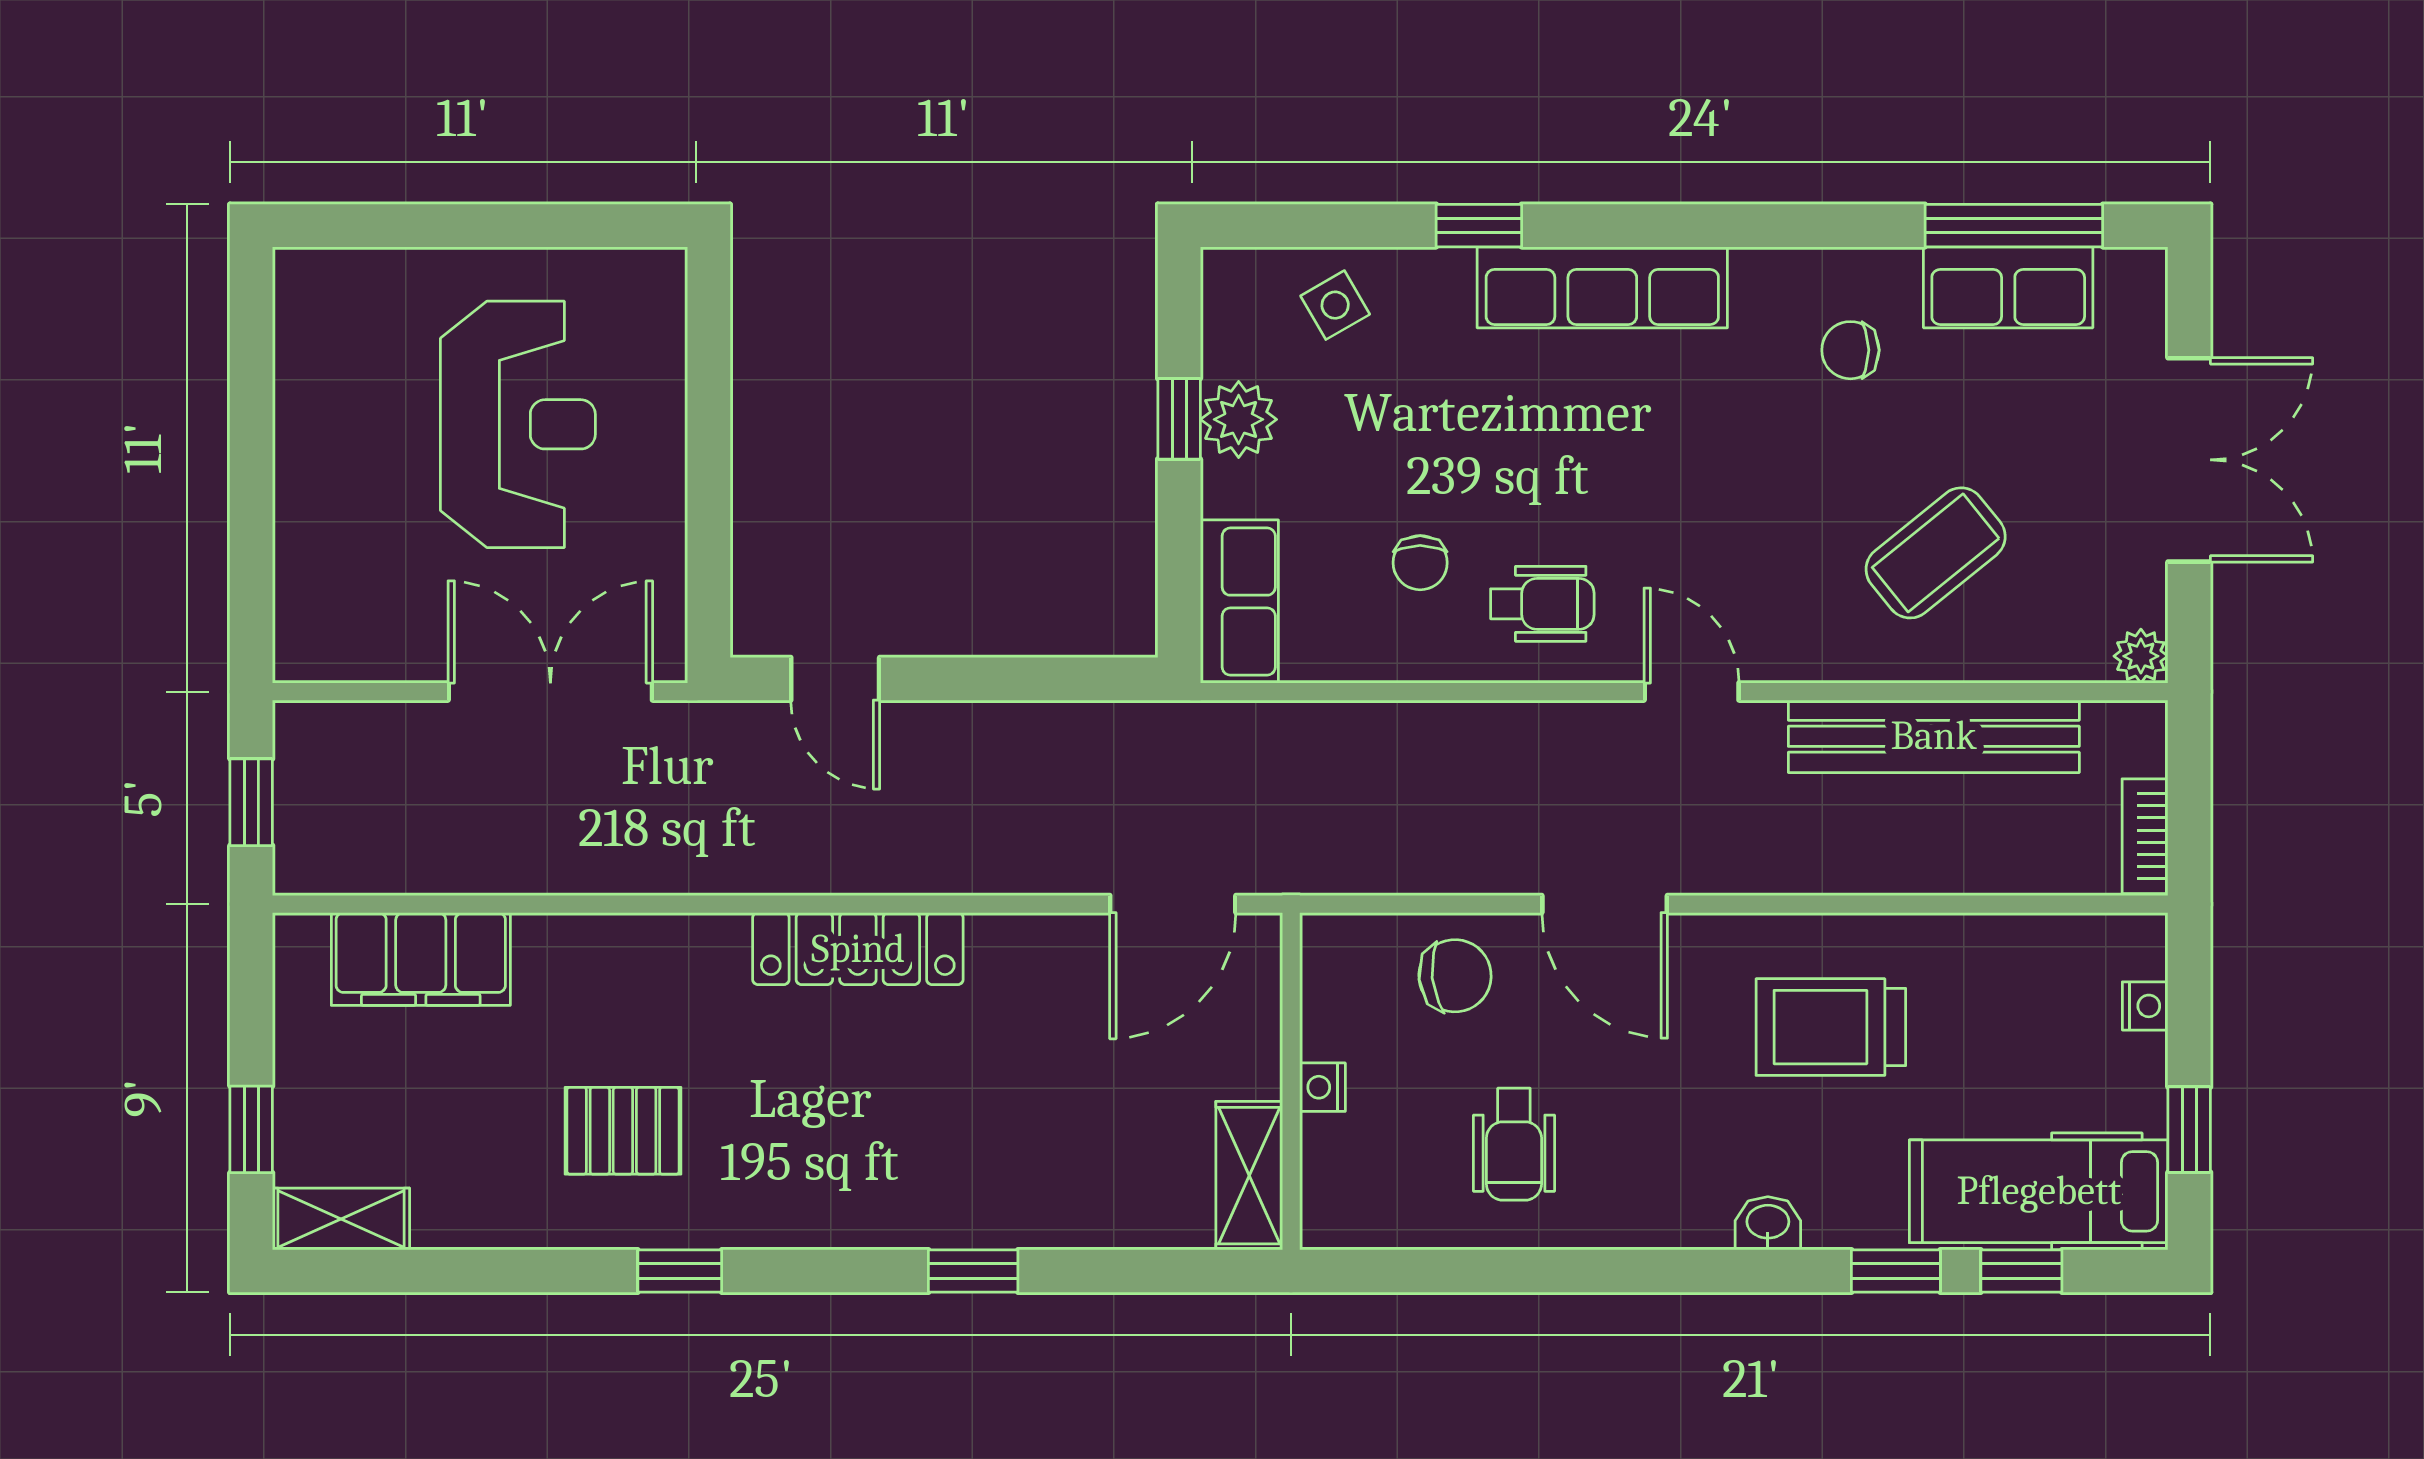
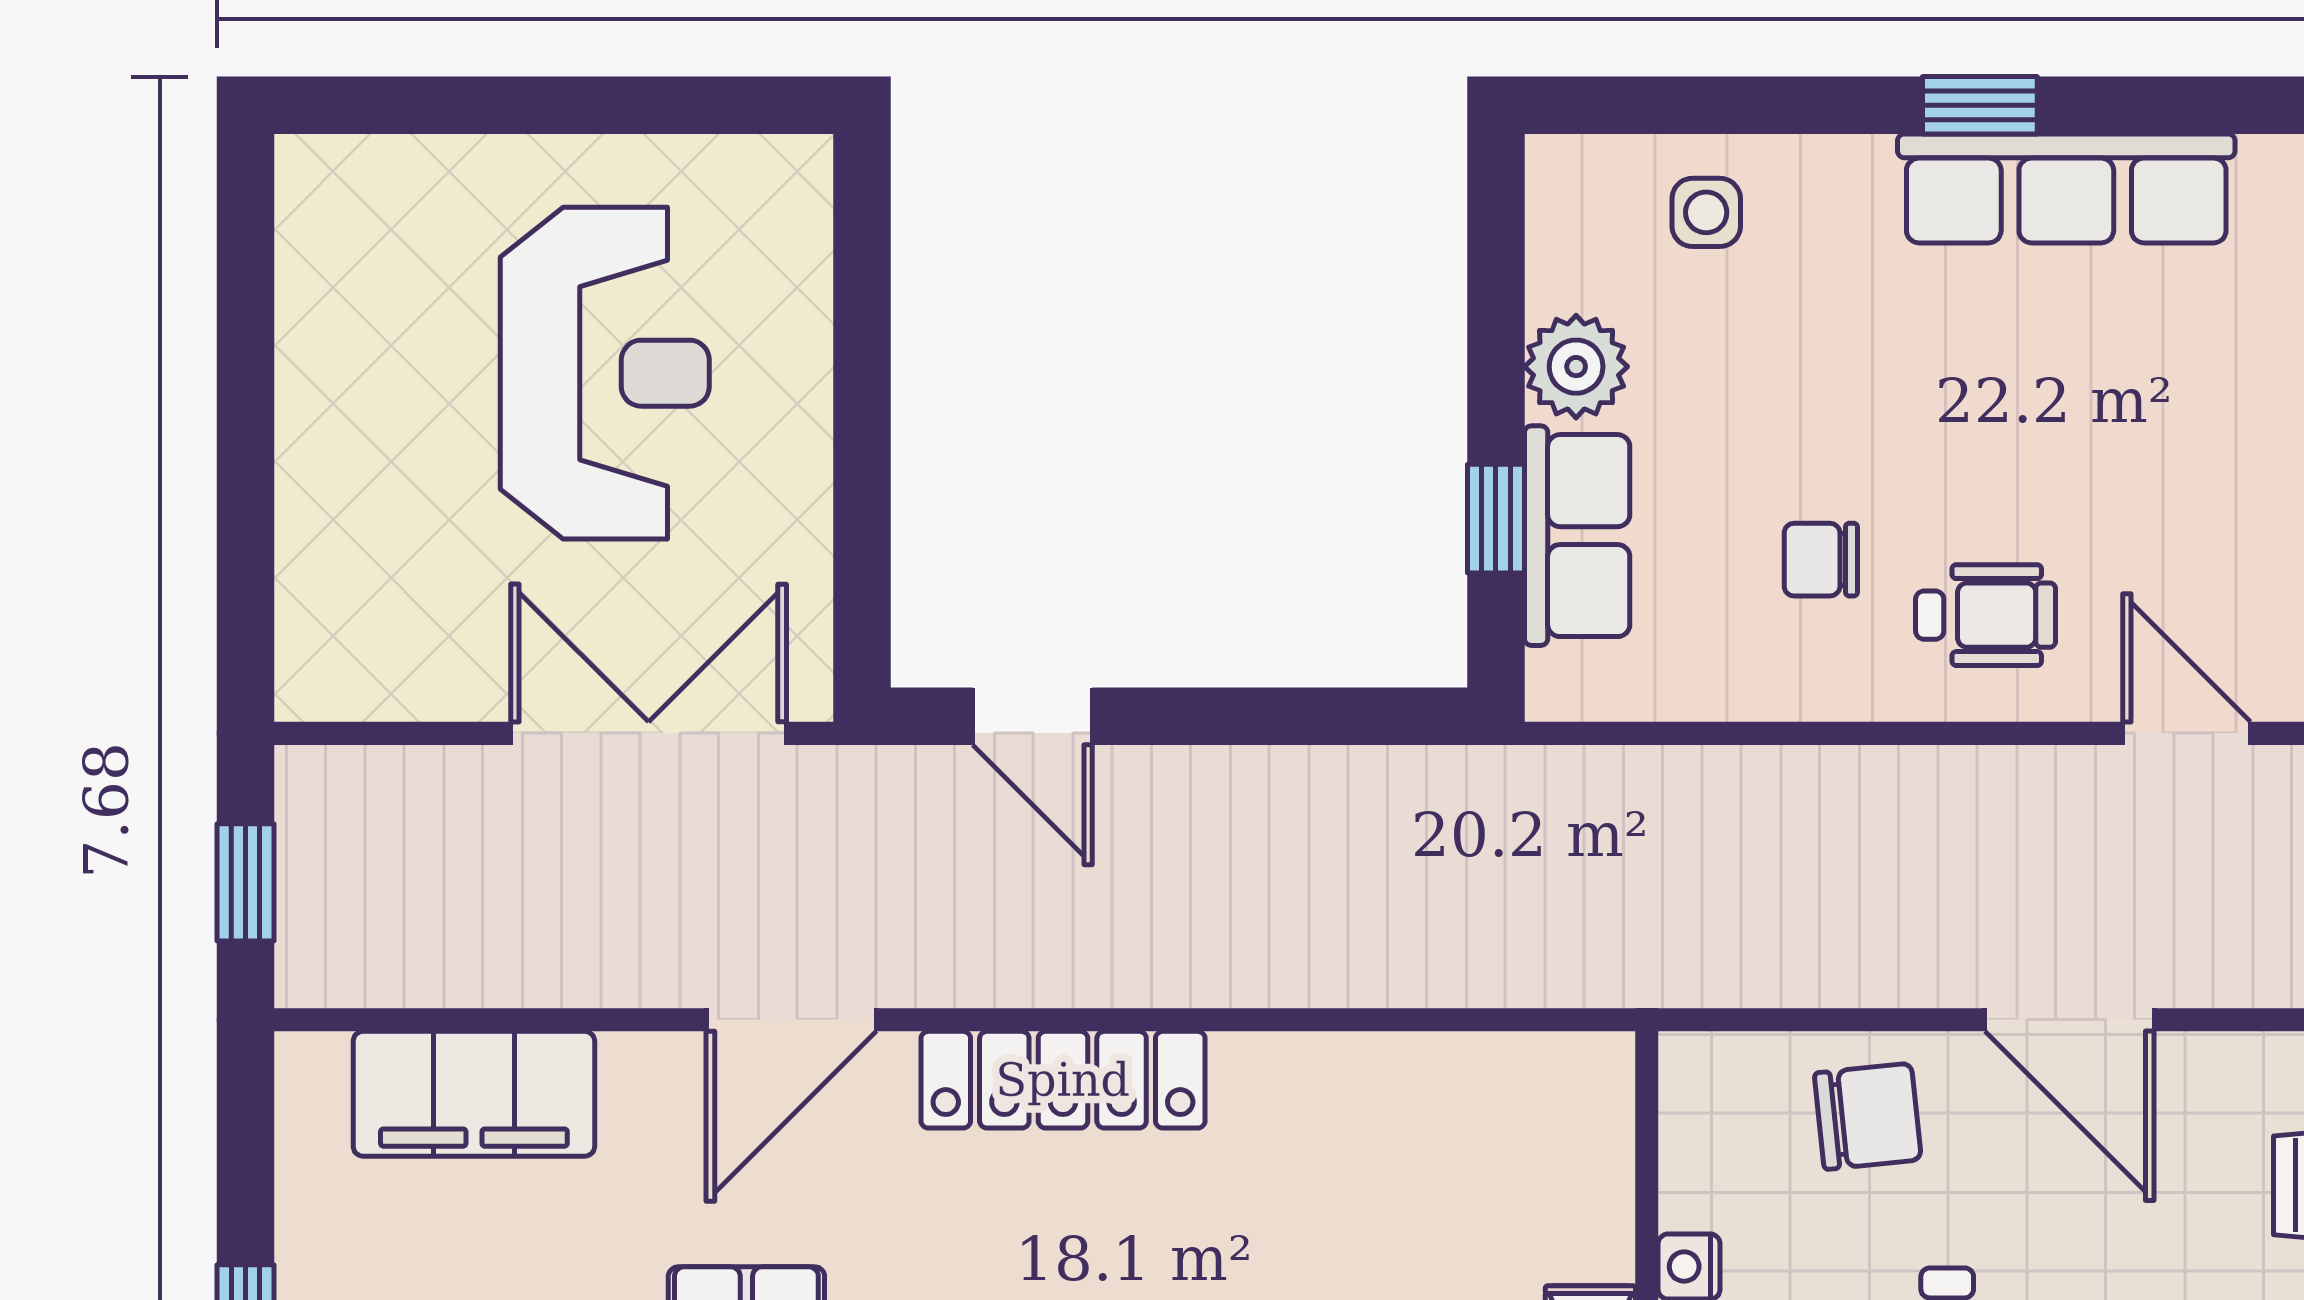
window: (1479, 226) -> (1980, 105), moved
side table: (1335, 305) -> (1706, 212), turned 30
window: (1179, 419) -> (1496, 519), moved
chair: (1420, 563) -> (1821, 560), turned 90
row of seats: (1239, 602) -> (1577, 536), moved
door: (1173, 904) -> (791, 1020), moved

